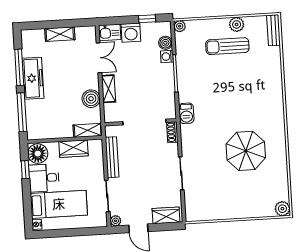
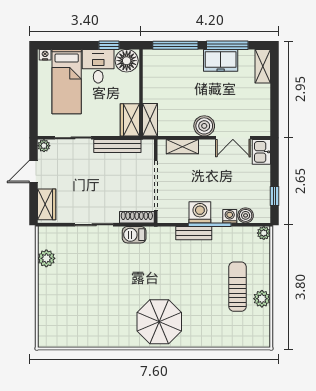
bench: (273, 30) -> (194, 233), moved
washing machine: (131, 33) -> (200, 212), moved, turned 90
shelving: (60, 34) -> (263, 66), moved
freezer: (33, 78) -> (221, 60), width x0.71
shelving: (108, 89) -> (182, 147), moved
boiler: (91, 99) -> (204, 126), moved
barbecue: (186, 113) -> (134, 235), moved
shoe rack: (172, 132) -> (137, 217), width x1.43
wardrobe: (74, 149) -> (130, 120), moved
parasol: (246, 151) -> (159, 322), moved
plant: (282, 209) -> (46, 258), moved

